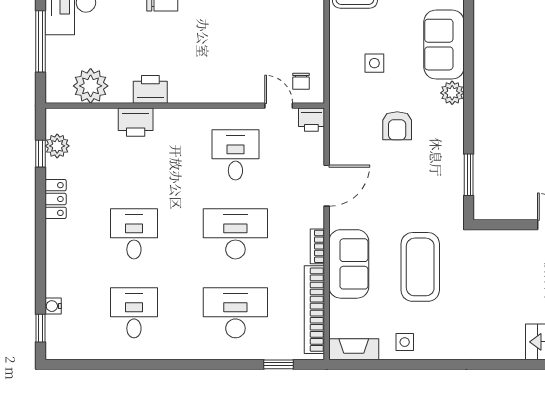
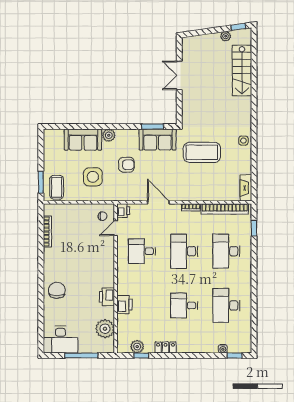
side table: (374, 63) -> (93, 177), width x1.87, depth x1.87
sofa: (349, 264) -> (158, 140), moved, turned 180
desk: (134, 313) -> (226, 305), width x1.37
side table: (405, 342) -> (243, 141), moved

